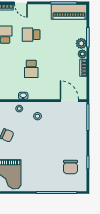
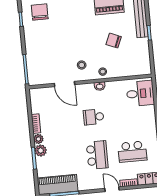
school desk: (31, 35) -> (97, 155), width x1.85
school desk: (31, 69) -> (94, 117), turned -90
door: (69, 101) -> (65, 84), moved

